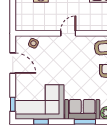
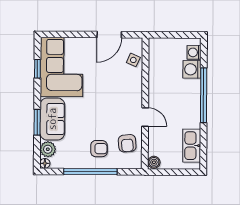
door: (68, 33) -> (145, 117), moved
window: (13, 104) -> (59, 34), removed

